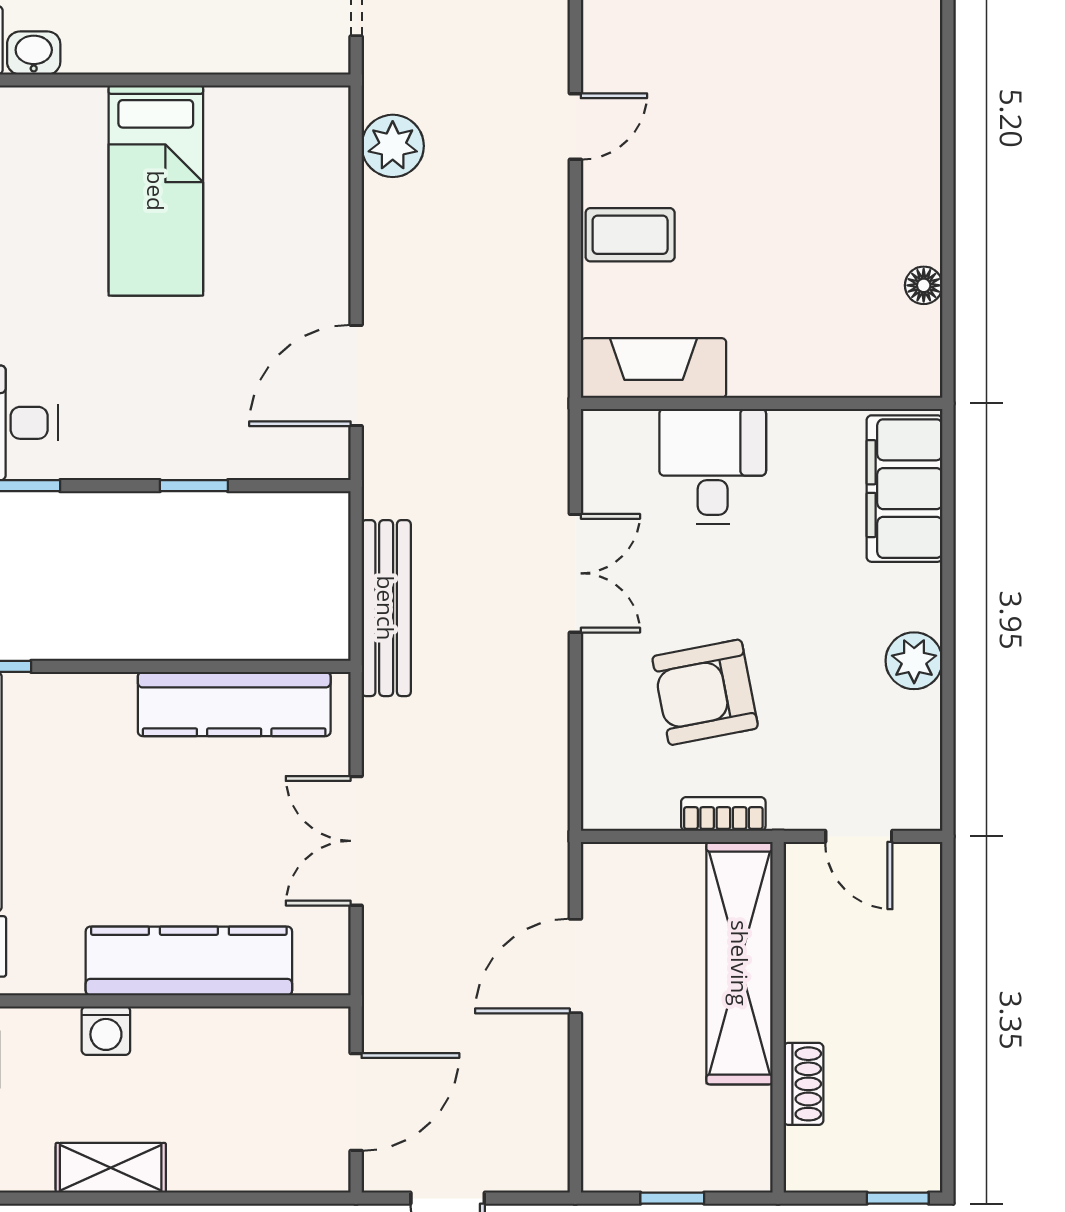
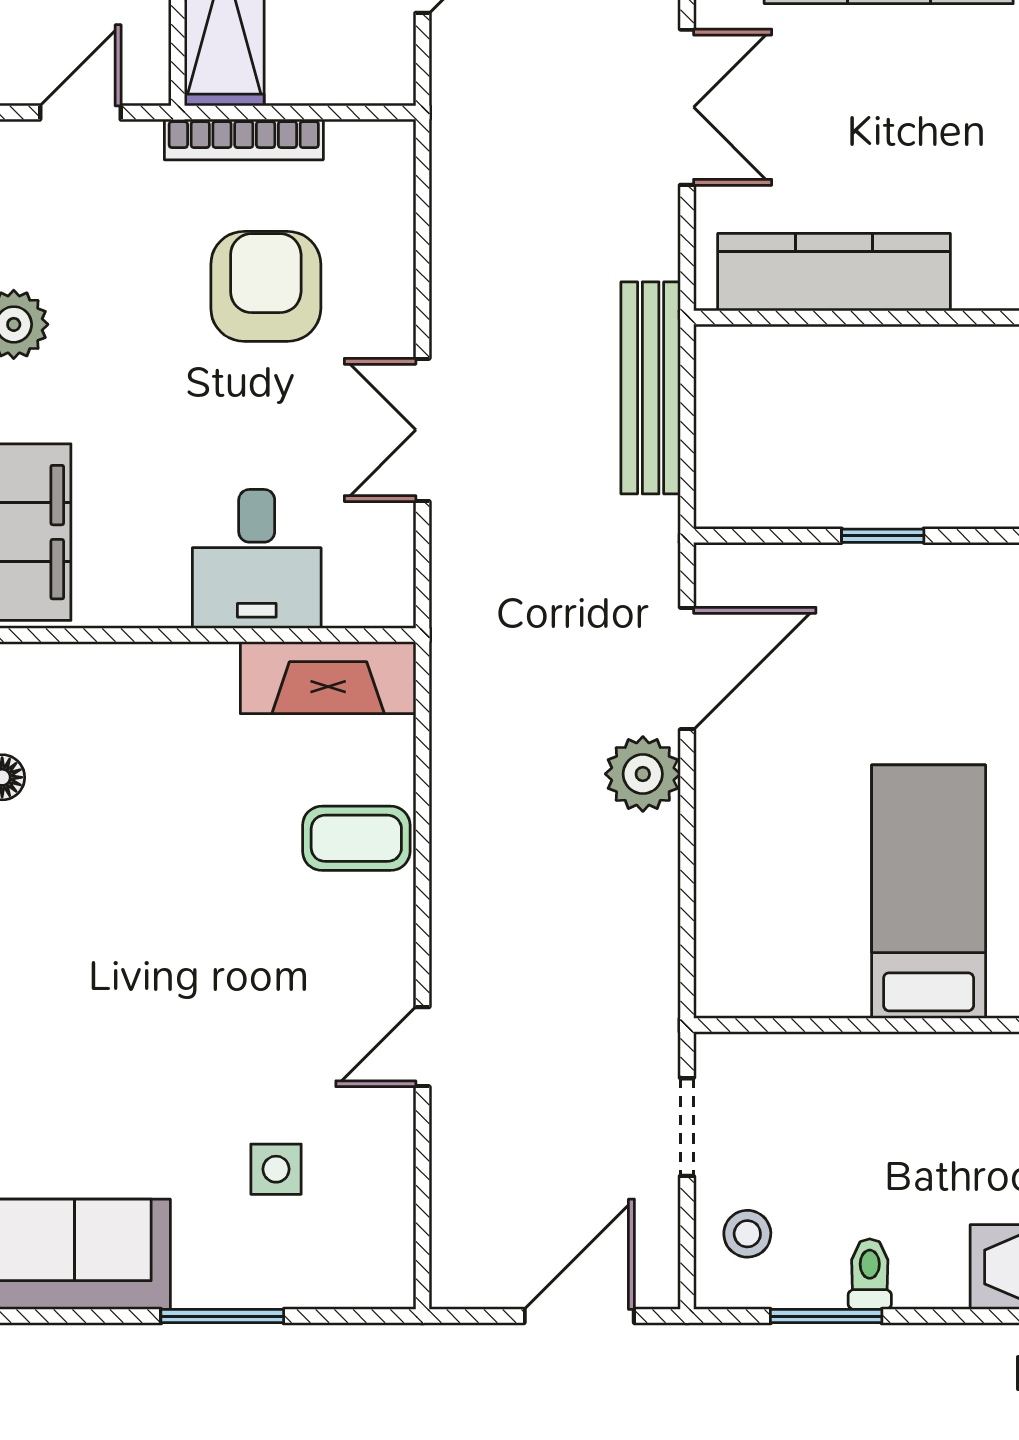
door: (575, 126) -> (422, 1047), moved
plant: (393, 146) -> (643, 774), moved
armchair: (705, 692) -> (266, 286), turned -79
bookcase: (723, 814) -> (244, 139), width x1.56
door: (859, 836) -> (80, 113), hinge flipped

